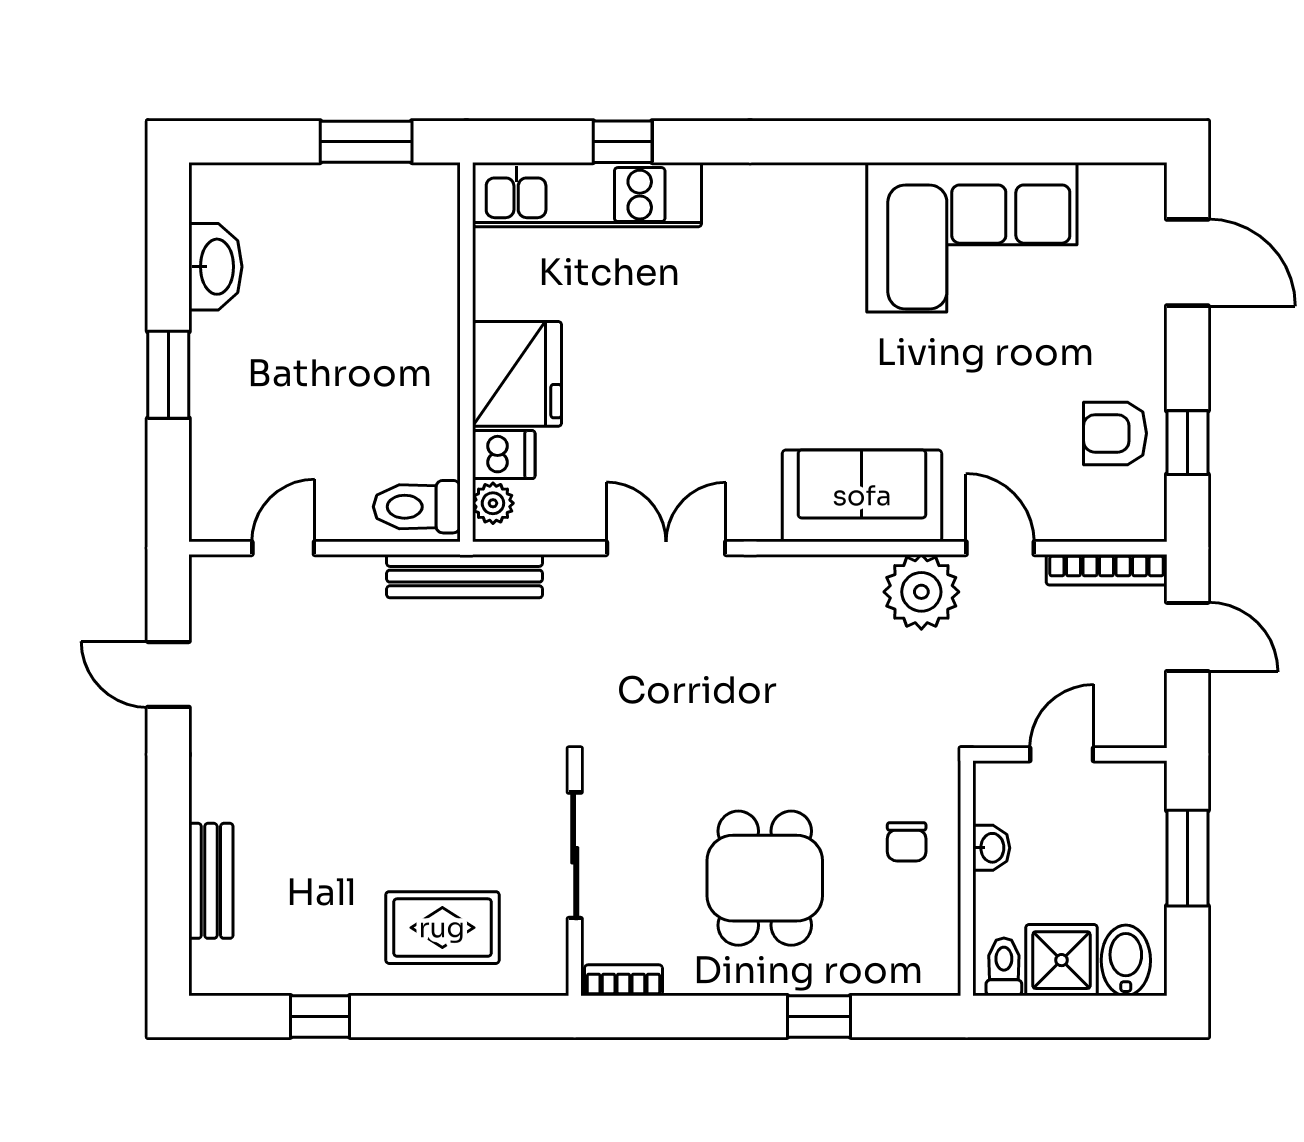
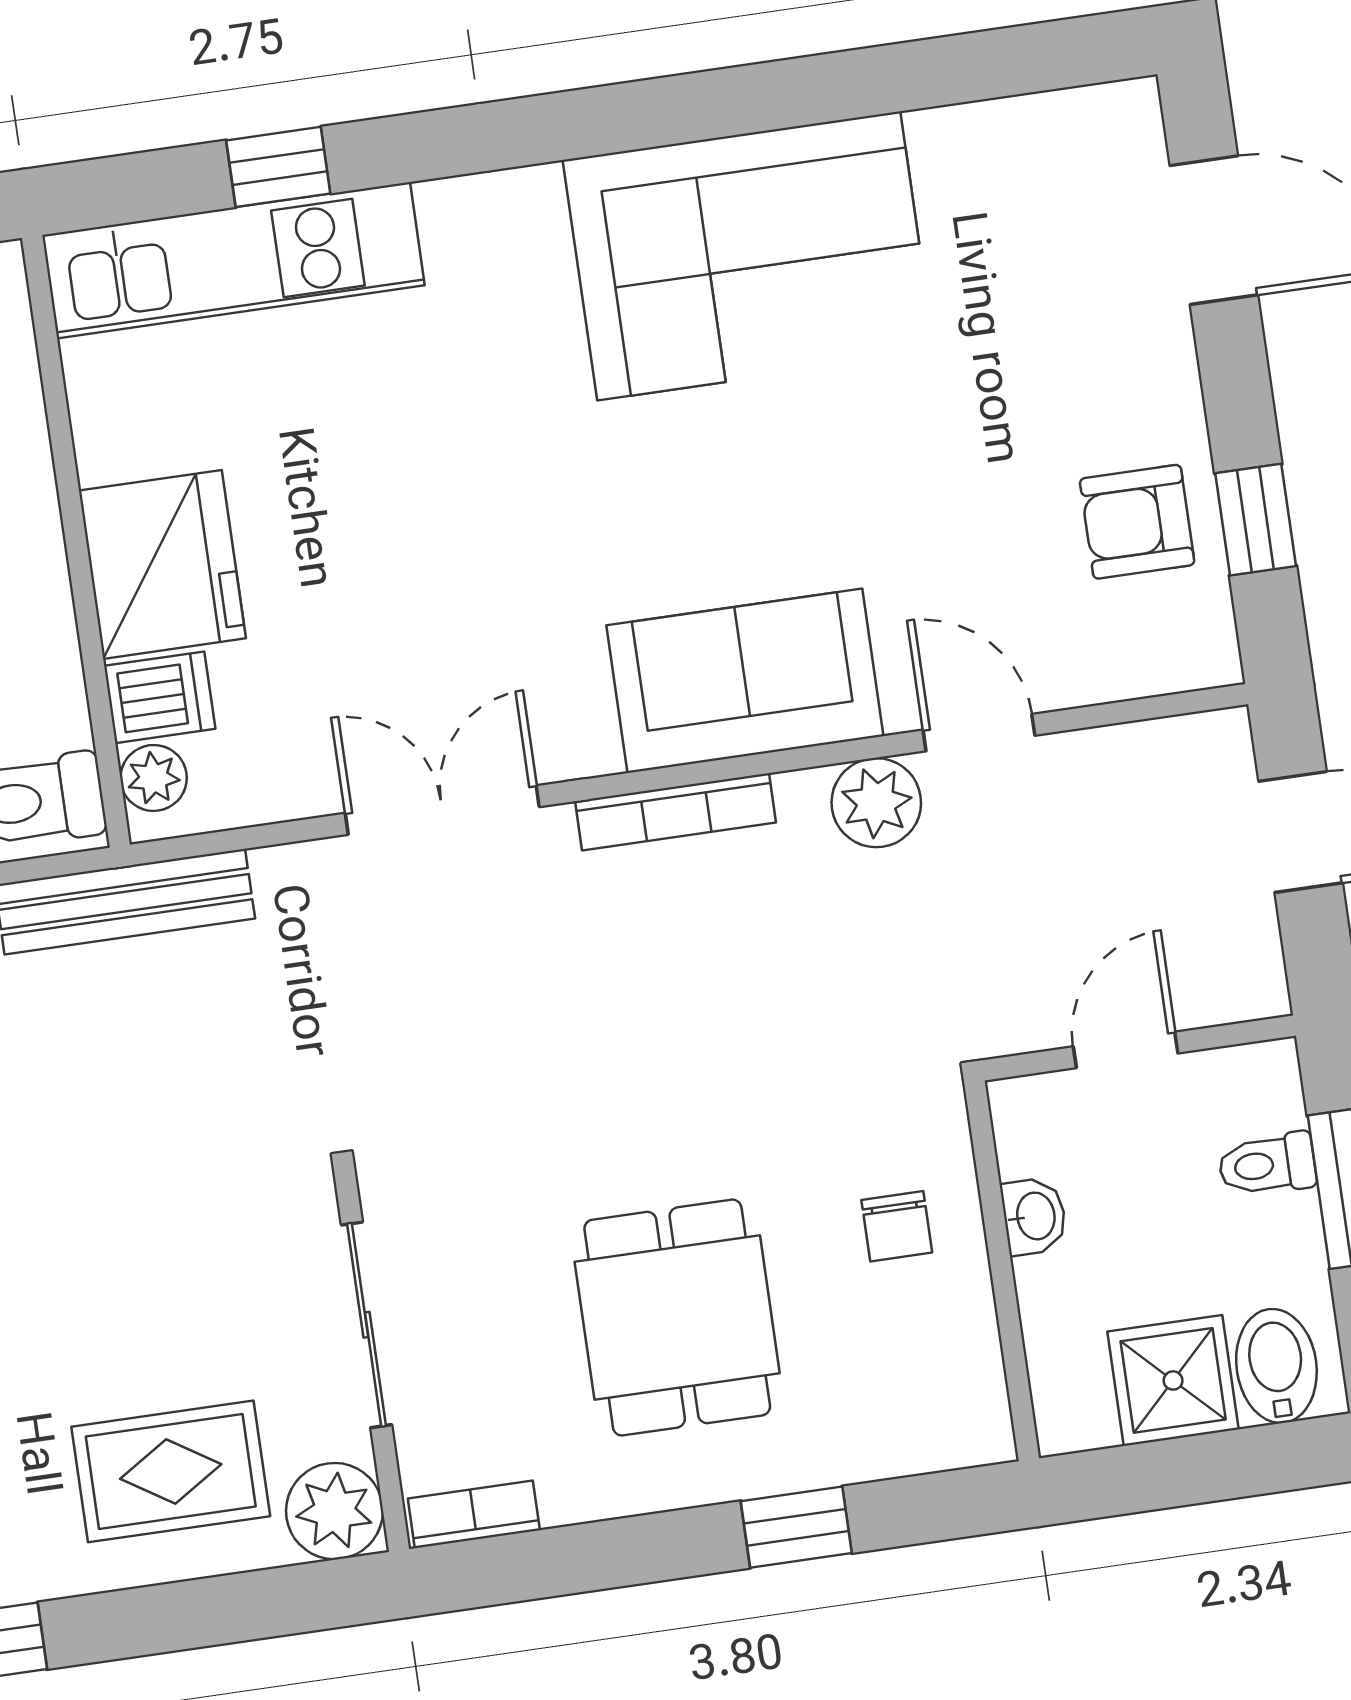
corner sofa: (972, 237) -> (749, 256), moved
bookcase: (1107, 570) -> (675, 812), moved
plant: (921, 592) -> (876, 803), width x0.73, depth x0.73
plant: (539, 966) -> (334, 1511), added
toilet: (1004, 967) -> (1267, 1165), moved, turned -90

